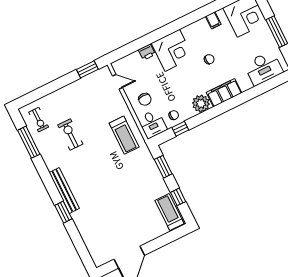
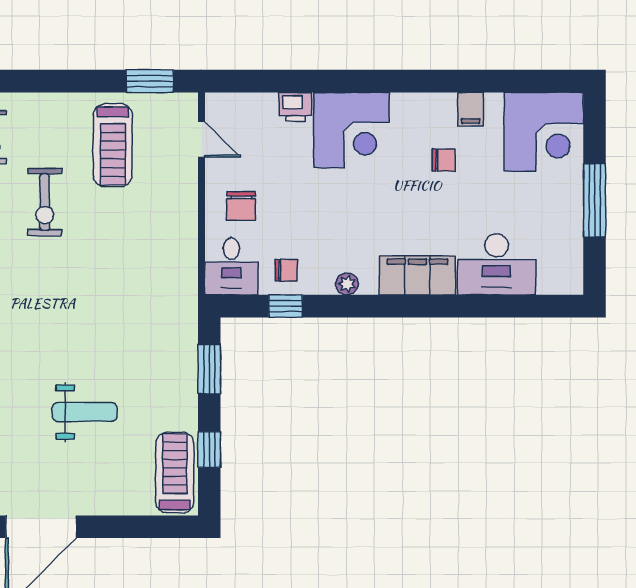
chair: (209, 59) -> (443, 160), moved
desk: (263, 68) -> (497, 264), moved
plant: (201, 104) -> (347, 284), width x0.53, depth x0.53
exercise bike: (70, 134) -> (45, 202), turned 180
treadmill: (124, 135) -> (113, 145), moved
weight bench: (124, 206) -> (85, 412), added

